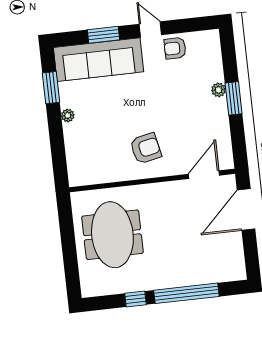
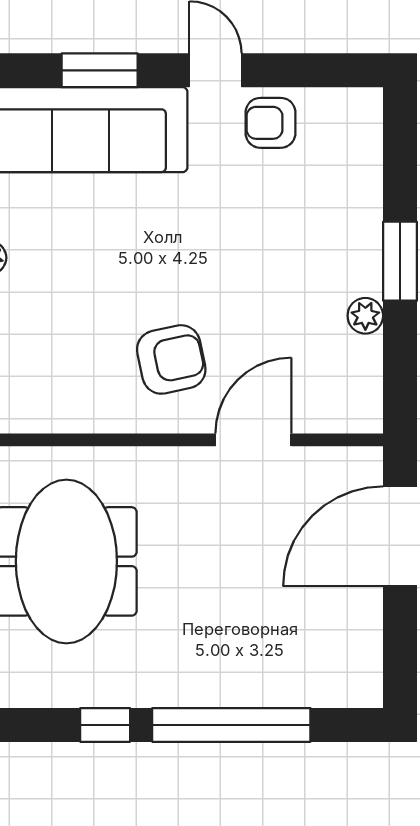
plant: (218, 90) -> (365, 316), moved
door: (204, 175) -> (253, 440), moved

